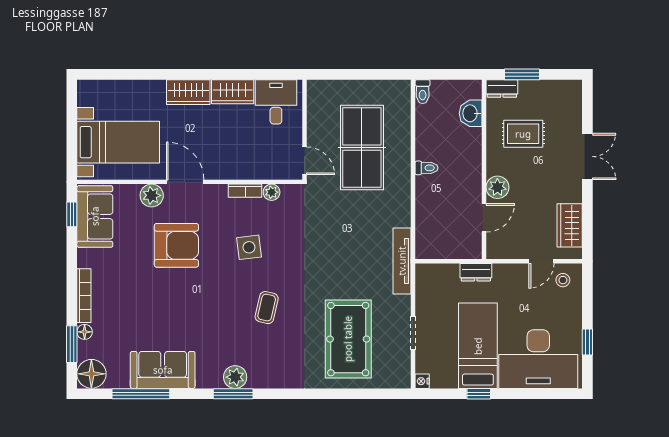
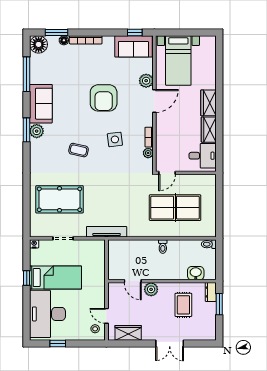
armchair: (176, 245) -> (104, 98), moved
dresser: (476, 272) -> (100, 276), removed
sofa: (163, 370) -> (41, 104), moved

